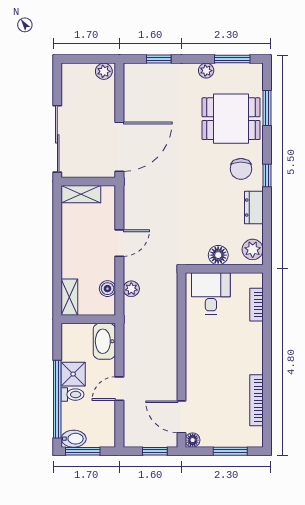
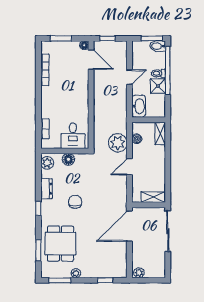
dining table: (231, 119) -> (60, 244), turned 90
chair: (241, 169) -> (75, 202), moved
plant: (131, 289) -> (118, 143), width x1.87, depth x1.87

